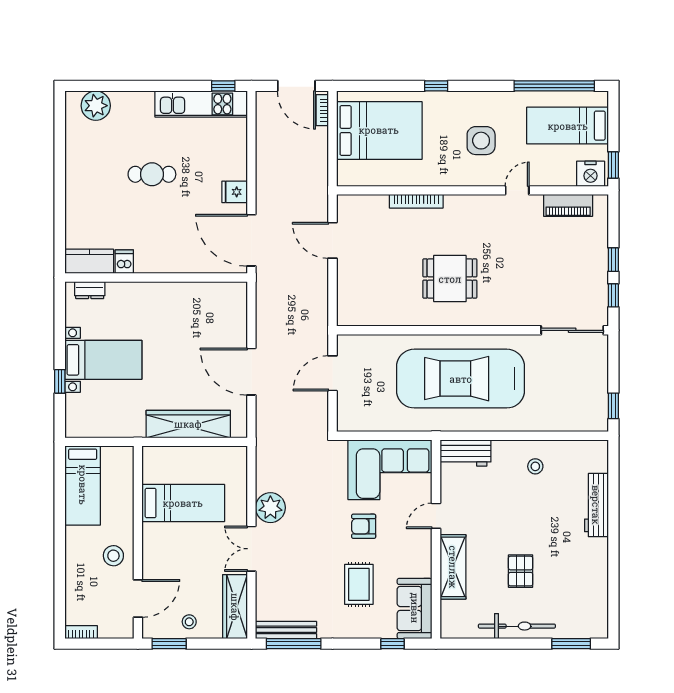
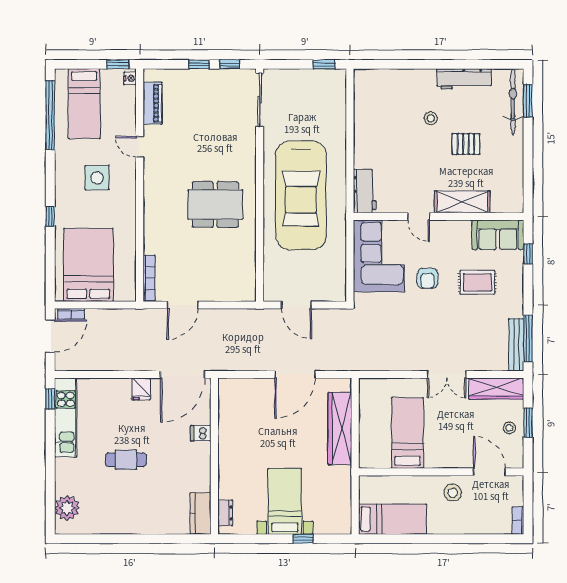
cafe table: (152, 174) -> (126, 460), turned 90
nightstand: (591, 174) -> (130, 78), width x0.53, depth x0.56
bookcase: (416, 201) -> (149, 278), moved
dishwasher: (124, 262) -> (201, 433), moved
dining table: (450, 279) -> (215, 205), width x1.38
stool: (535, 466) -> (431, 118), moved
workbench: (596, 505) -> (464, 79), moved
plant: (270, 508) -> (411, 358), removed
bicycle: (517, 626) -> (513, 102), moved
window: (169, 644) -> (528, 423), moved

